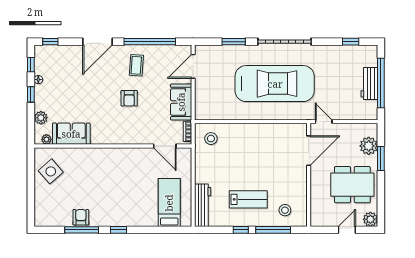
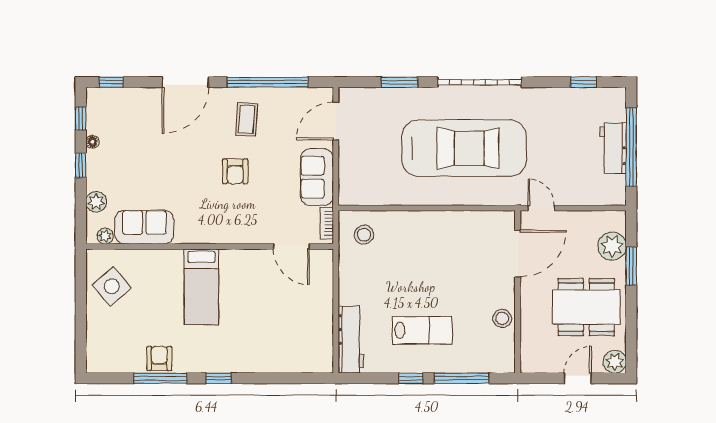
bed: (169, 203) -> (201, 287), moved, turned 180
stool: (285, 210) -> (502, 318), moved

